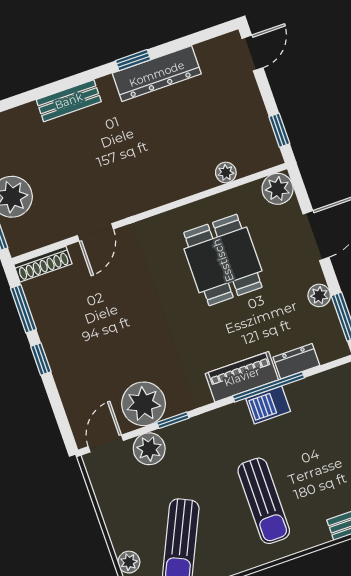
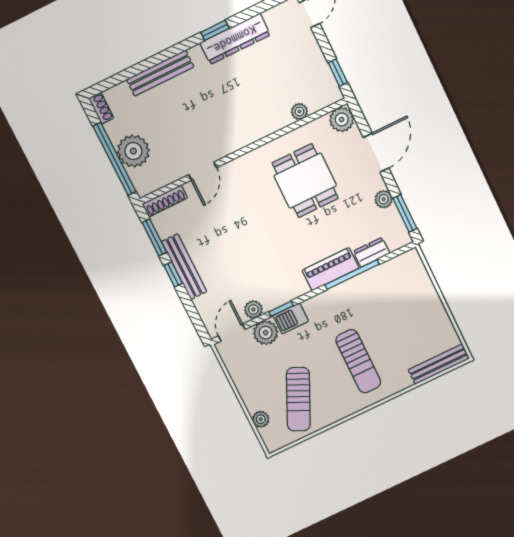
bench: (69, 101) -> (160, 73), width x1.36
bench: (56, 351) -> (184, 267), added
plant: (144, 404) -> (253, 310), width x0.53, depth x0.53
barbecue: (268, 405) -> (291, 319), moved

